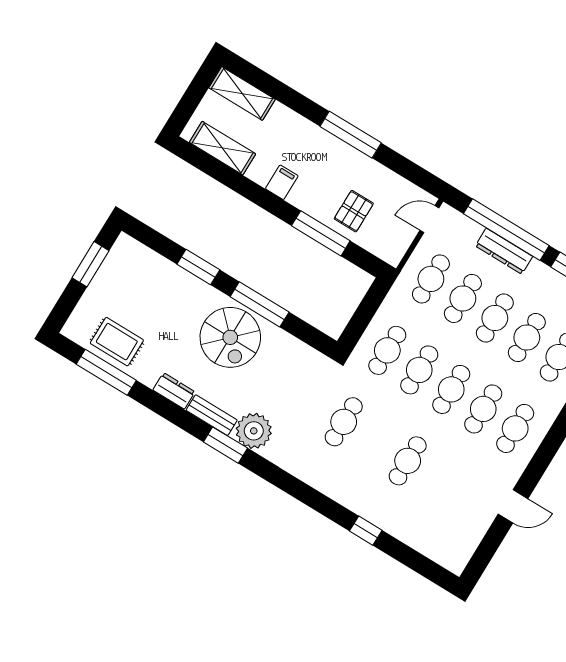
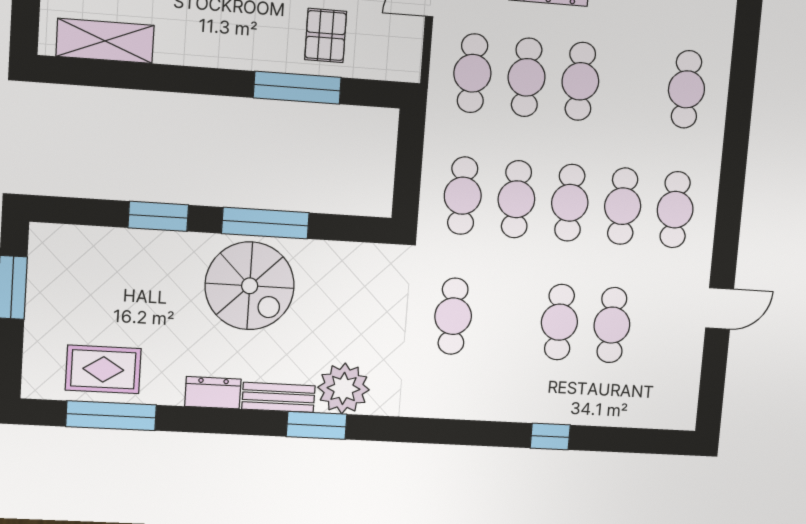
filing cabinet: (282, 182) -> (210, 46), removed
cafe table: (527, 338) -> (612, 325), moved

